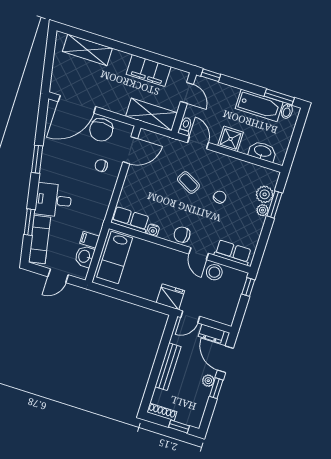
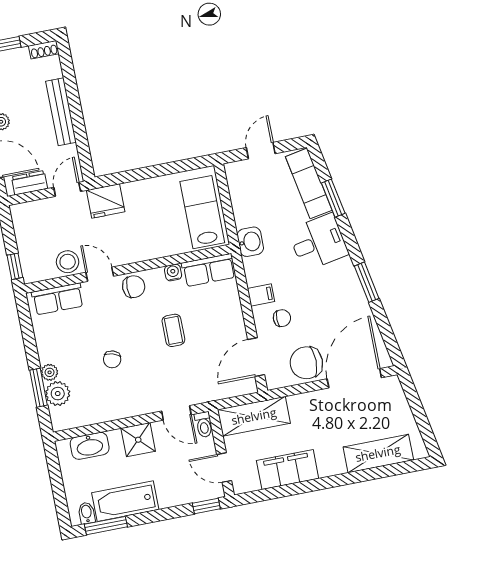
chair: (101, 130) -> (306, 363), turned -90
coffee table: (188, 182) -> (173, 330), moved, turned 62
filing cabinet: (90, 240) -> (261, 295), moved
washbasin: (85, 256) -> (250, 242), moved
shoe rack: (162, 412) -> (44, 50), width x0.70

